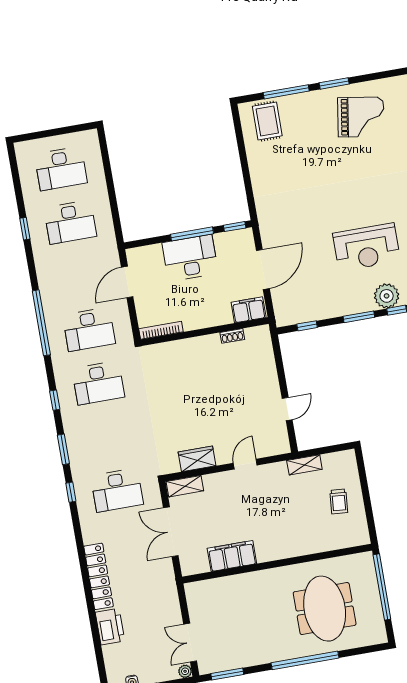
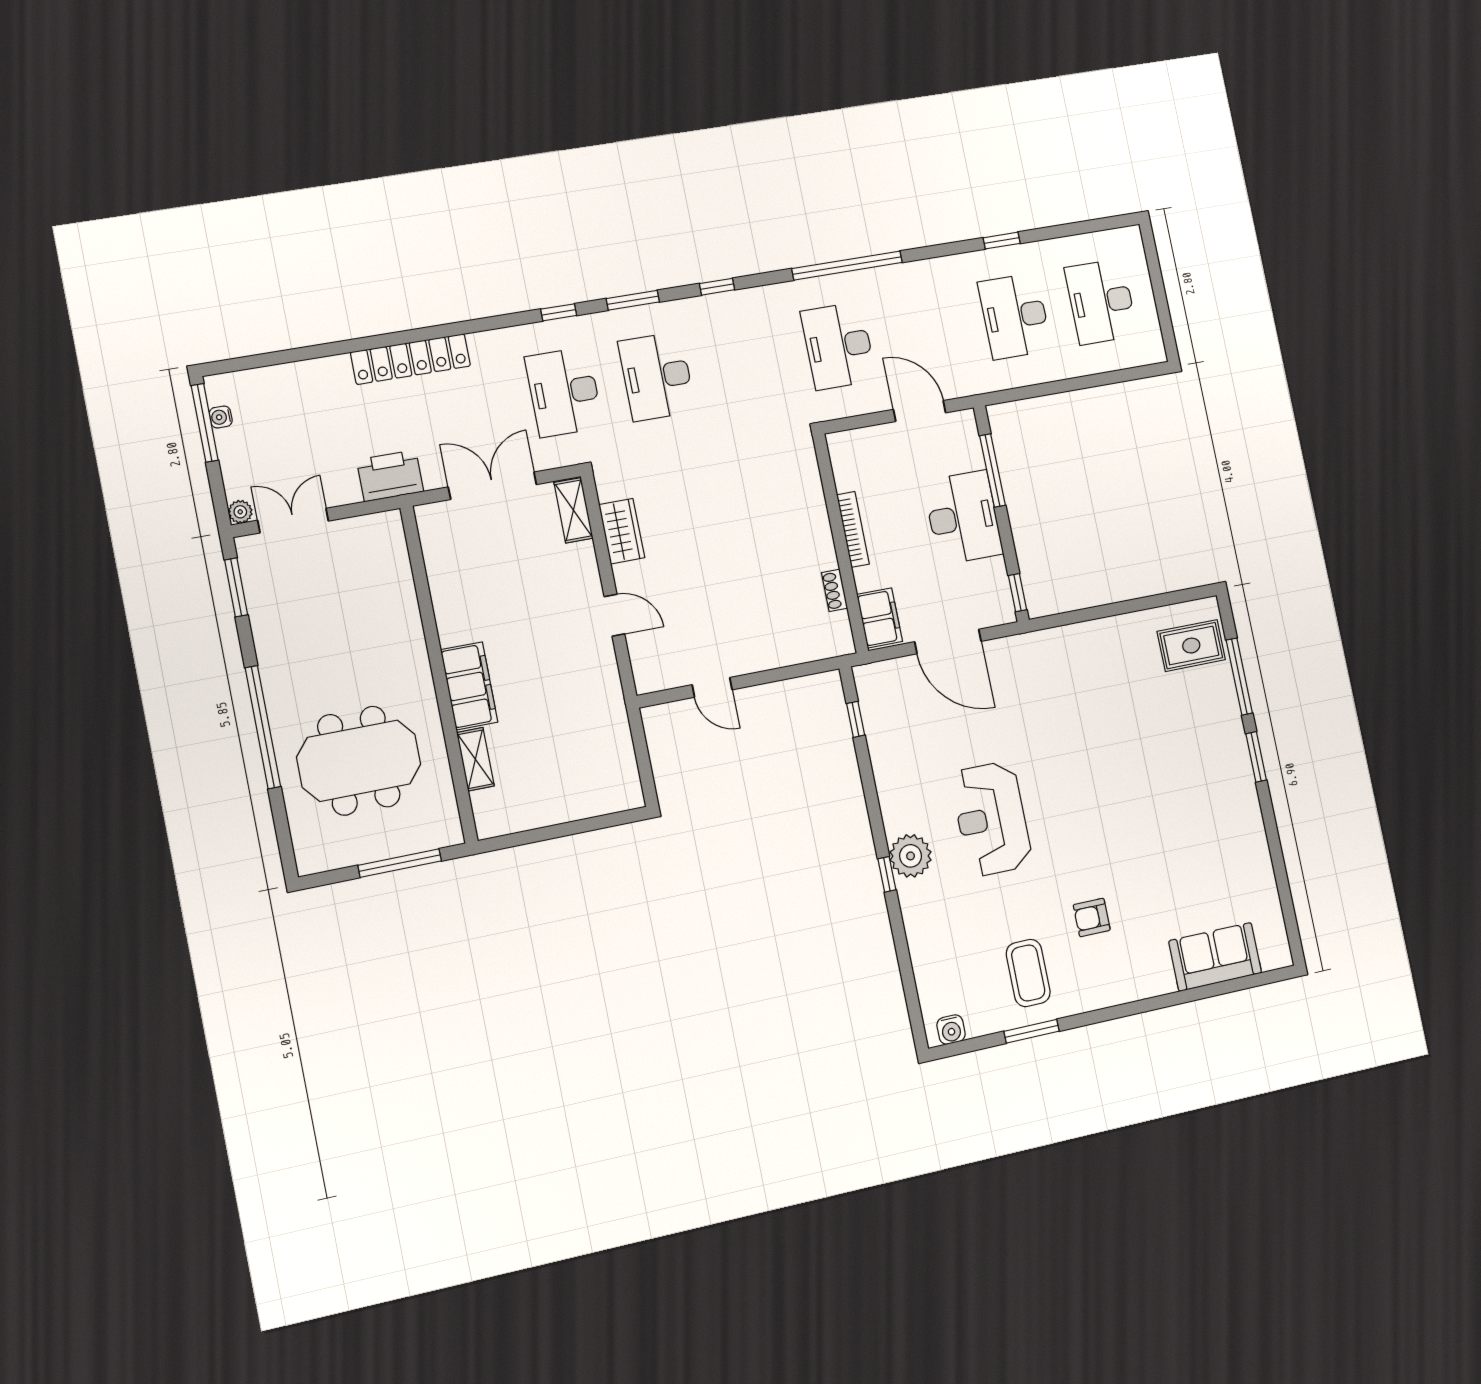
grand piano: (361, 117) -> (1204, 803), removed
window: (192, 234) -> (992, 471), moved
window: (359, 317) -> (874, 809), removed
bookcase: (161, 330) -> (853, 529), moved
desk: (98, 383) -> (657, 376), moved
shelving: (304, 465) -> (475, 759), moved
trolley: (339, 501) -> (552, 781), removed
filing cabinet: (232, 556) -> (469, 686), moved
window: (382, 587) -> (400, 863), width x0.68
printer: (110, 627) -> (390, 476), moved, turned 180

